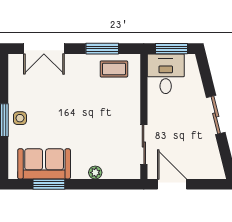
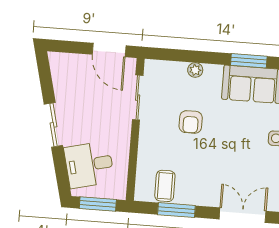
coffee table: (114, 69) -> (165, 186), turned 90
desk: (166, 74) -> (89, 165), moved, turned 76
armchair: (96, 127) -> (191, 122), added

